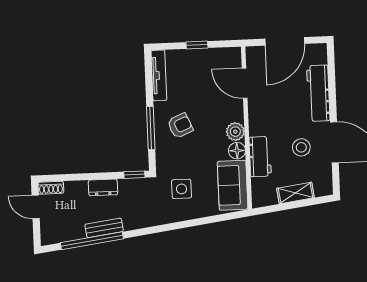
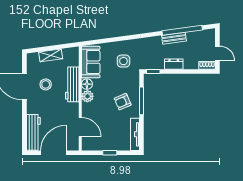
workbench: (318, 93) -> (33, 132), moved
workbench: (260, 157) -> (72, 84), width x1.38

